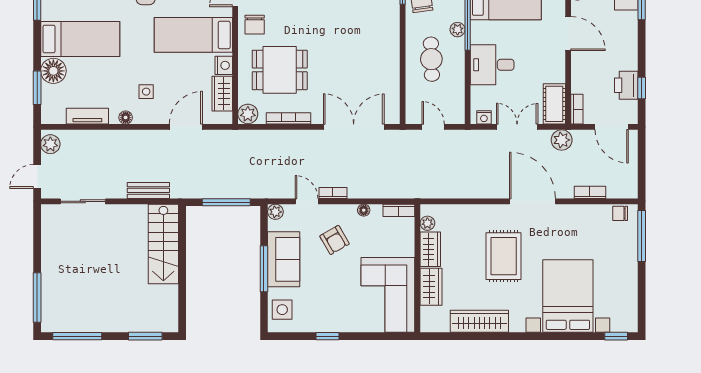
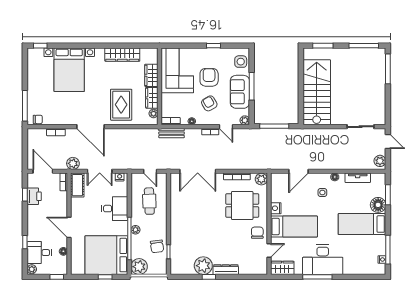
cafe table: (431, 59) -> (149, 201), moved
wardrobe: (222, 94) -> (277, 191), removed
door: (37, 177) -> (388, 141), hinge flipped
bench: (148, 190) -> (172, 133), moved
stairs: (163, 244) -> (317, 92), width x1.36, depth x1.51
rug: (504, 256) -> (121, 105), moved
armchair: (335, 283) -> (209, 77), added

